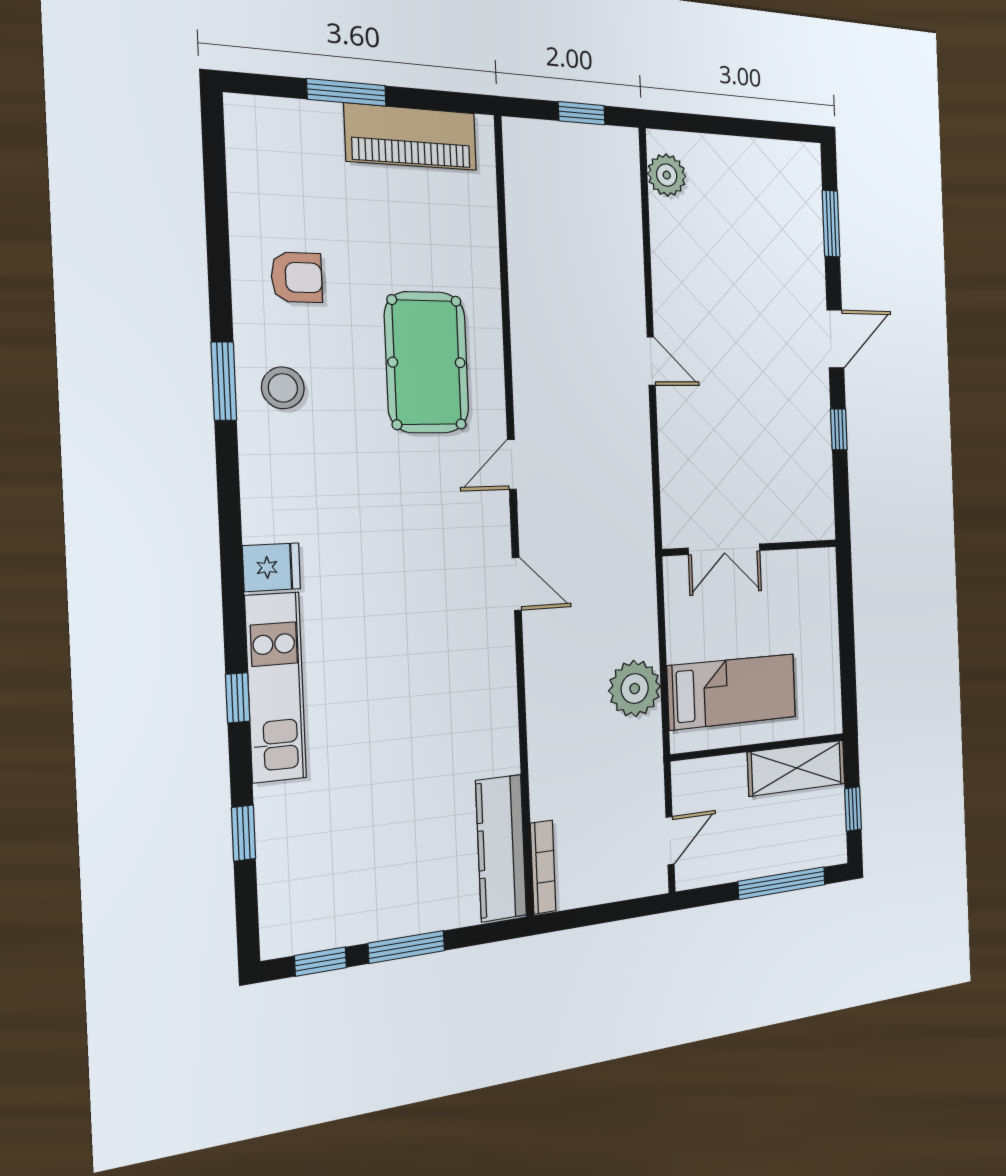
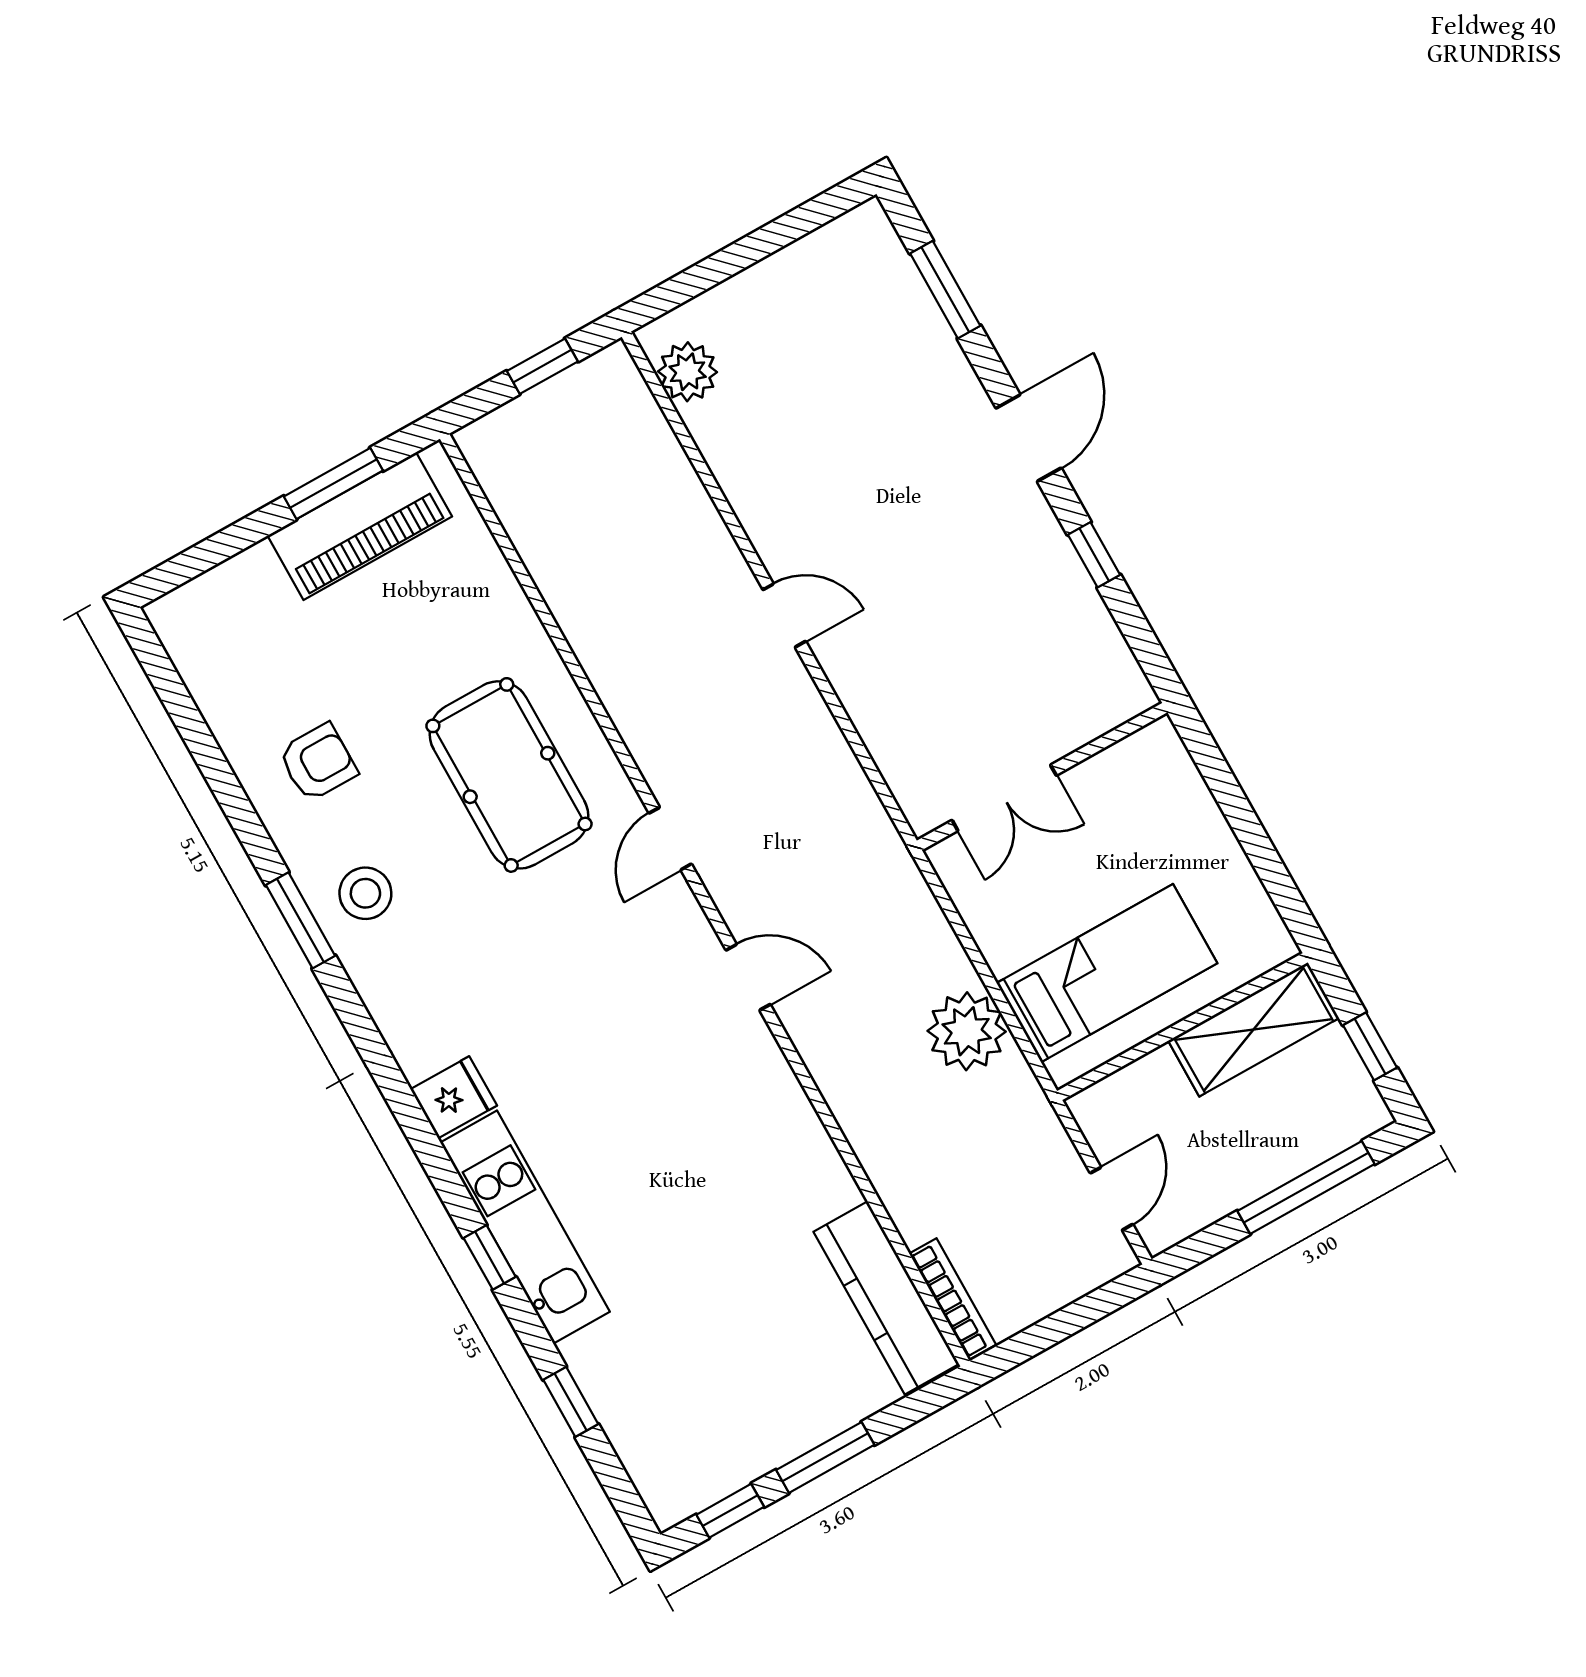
window: (347, 92) -> (333, 484), moved

